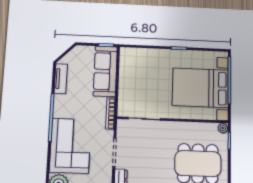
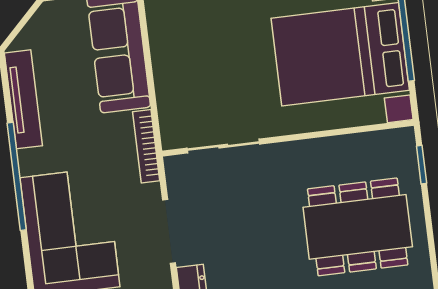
tv unit: (61, 79) -> (23, 99), width x1.41
plant: (223, 128) -> (404, 139), removed

